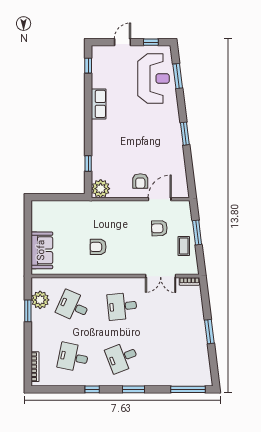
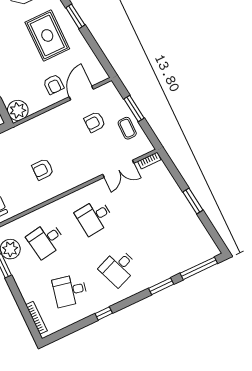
rug: (154, 138) -> (47, 35), added
desk: (73, 306) -> (46, 240), turned -33
window: (133, 389) -> (161, 286), moved

